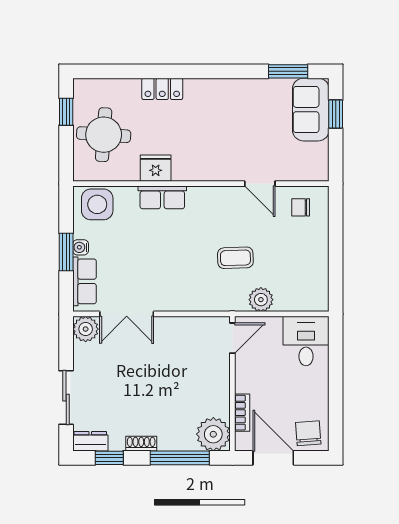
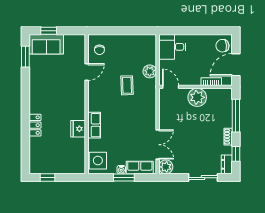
round table: (104, 135) -> (60, 157), removed
plant: (213, 434) -> (197, 97), moved

